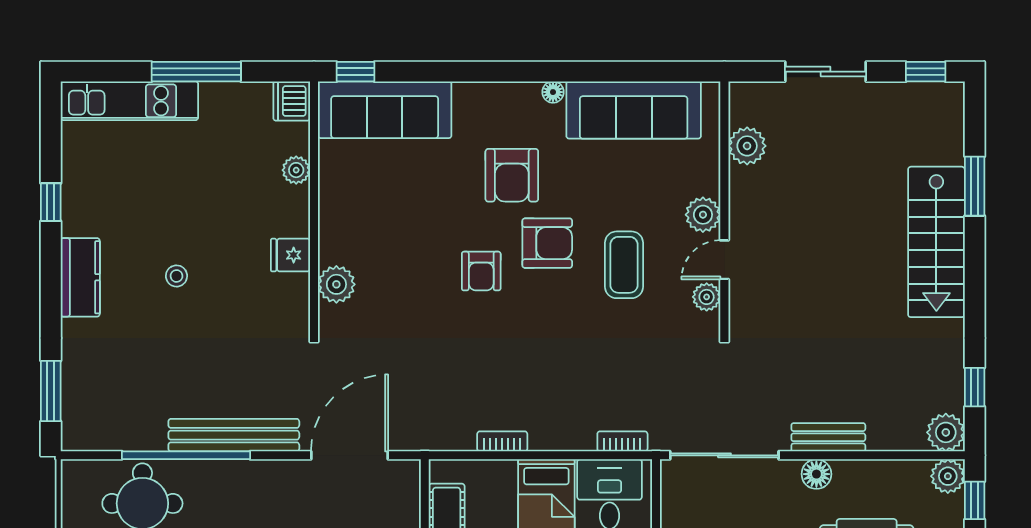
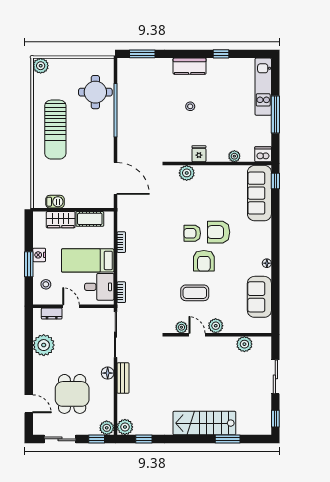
sofa: (634, 110) -> (259, 297), width x0.73
armchair: (512, 175) -> (219, 232), moved
bench: (234, 435) -> (124, 130), removed

